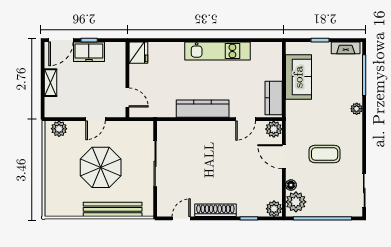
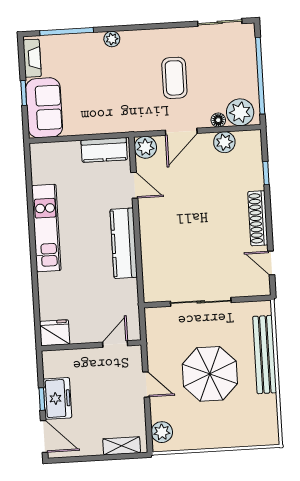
sofa: (298, 77) -> (44, 108), moved, turned 90
shelving: (50, 83) -> (122, 446), moved
plant: (274, 209) -> (224, 142), moved

